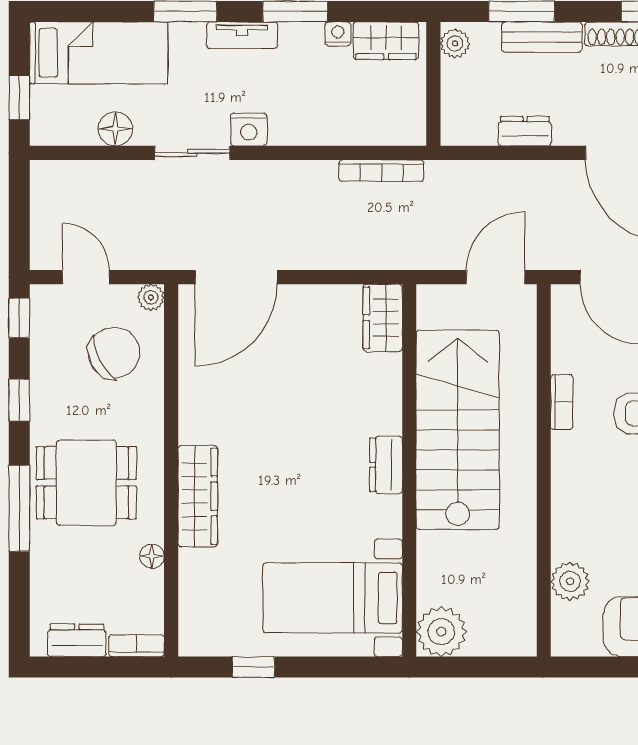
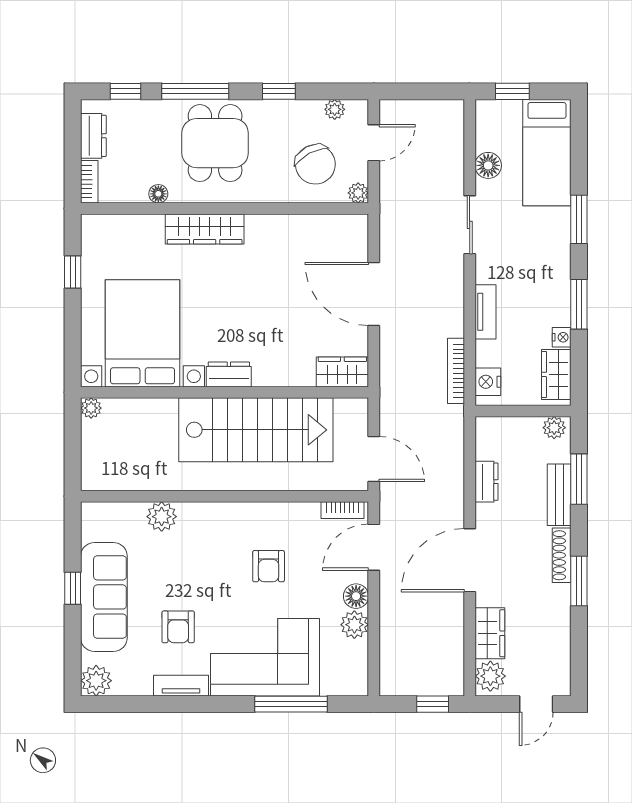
tv unit: (242, 35) -> (485, 312), moved, turned 180
nightstand: (249, 129) -> (488, 382), moved
door: (236, 277) -> (374, 294), moved
window: (19, 318) -> (126, 91), moved
plant: (43, 328) -> (335, 109), added
bookcase: (562, 402) -> (343, 510), moved
plant: (570, 581) -> (162, 517), moved
bed with nightstands: (333, 598) -> (143, 333), width x1.36
plant: (441, 632) -> (91, 408), width x0.53, depth x0.53

